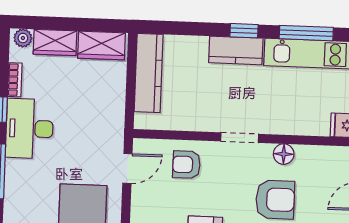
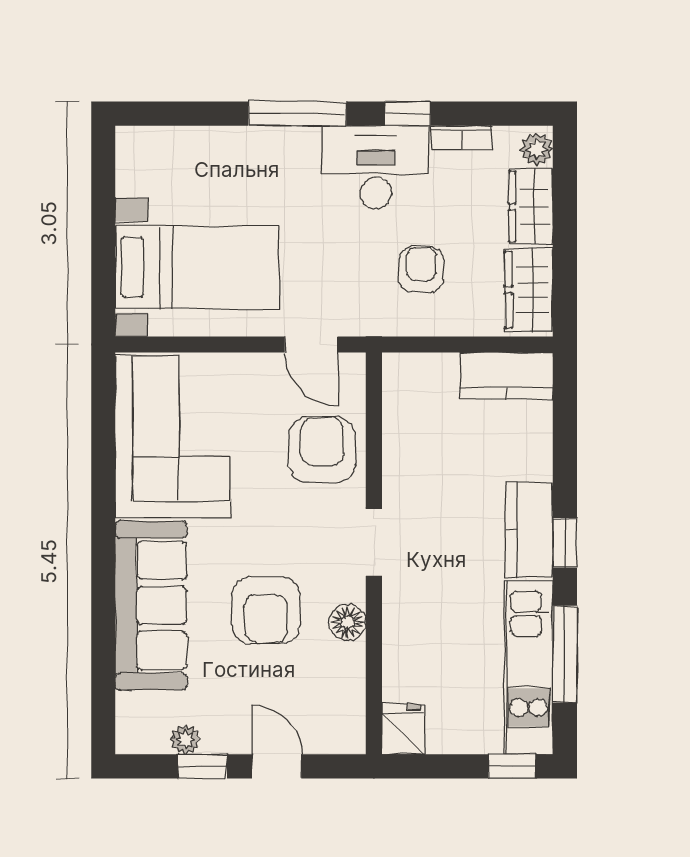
kitchen counter: (149, 73) -> (506, 376), width x0.67
armchair: (88, 105) -> (421, 270), added
armchair: (187, 165) -> (322, 450), width x1.38, depth x1.38

